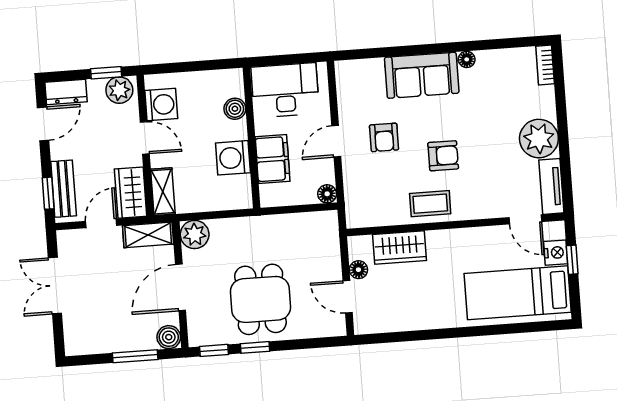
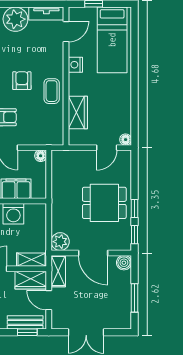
nightstand: (556, 253) -> (75, 65), moved, turned -90
floor lamp: (358, 270) -> (126, 140), moved
window: (135, 356) -> (134, 298), moved

